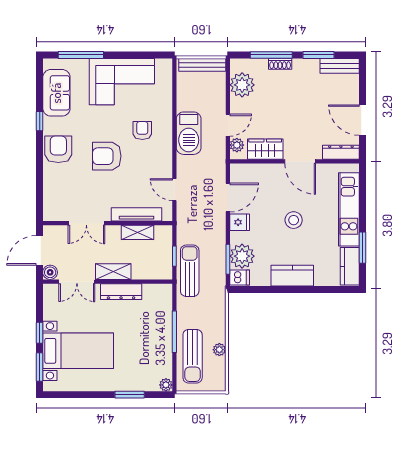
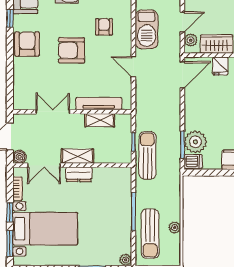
door: (174, 190) -> (133, 67), moved
door: (228, 198) -> (182, 75), moved
fridge: (240, 222) -> (220, 66), moved, turned 90
double door: (86, 223) -> (53, 112), swing flipped
dresser: (121, 292) -> (79, 174), width x0.70
bookcase: (48, 307) -> (18, 188), added

